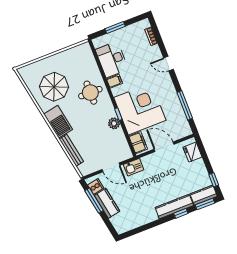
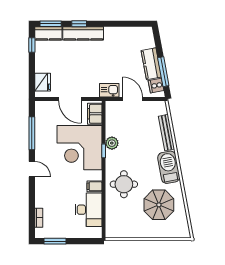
window: (115, 27) -> (55, 241), moved
door: (168, 64) -> (32, 169), moved

